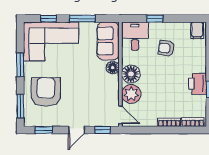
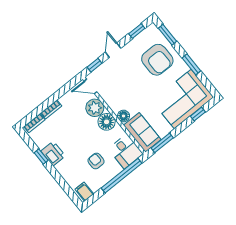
window: (82, 19) -> (162, 143), moved
window: (155, 19) -> (122, 176), width x3.17
armchair: (166, 48) -> (96, 161), turned -98

